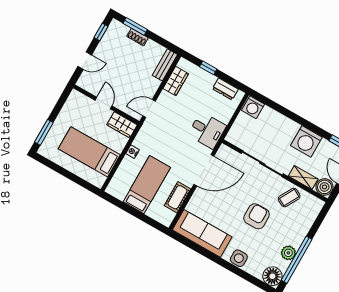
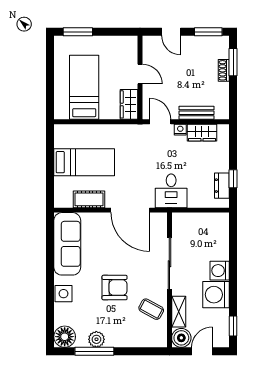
window: (101, 32) -> (208, 32), width x1.50
bench: (165, 65) -> (196, 113), moved
window: (208, 68) -> (233, 179), moved
door: (104, 103) -> (140, 74), hinge flipped
washing machine: (253, 107) -> (220, 271), moved
nightstand: (132, 152) -> (180, 130), moved
window: (297, 260) -> (94, 351), width x0.68

